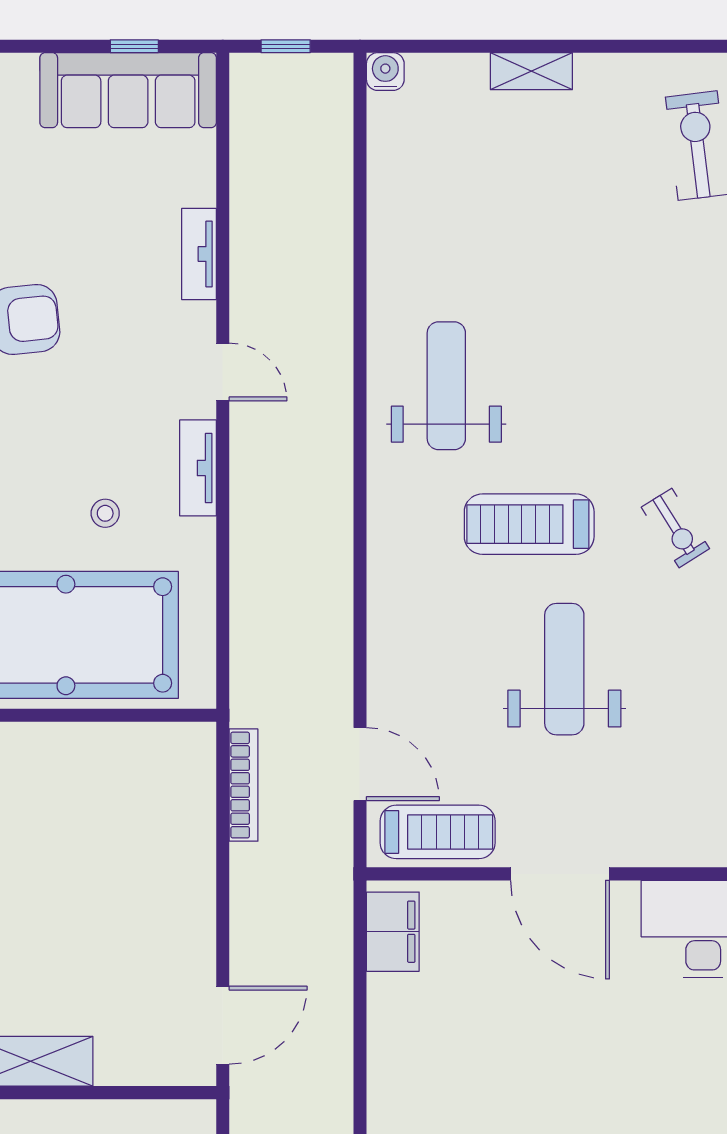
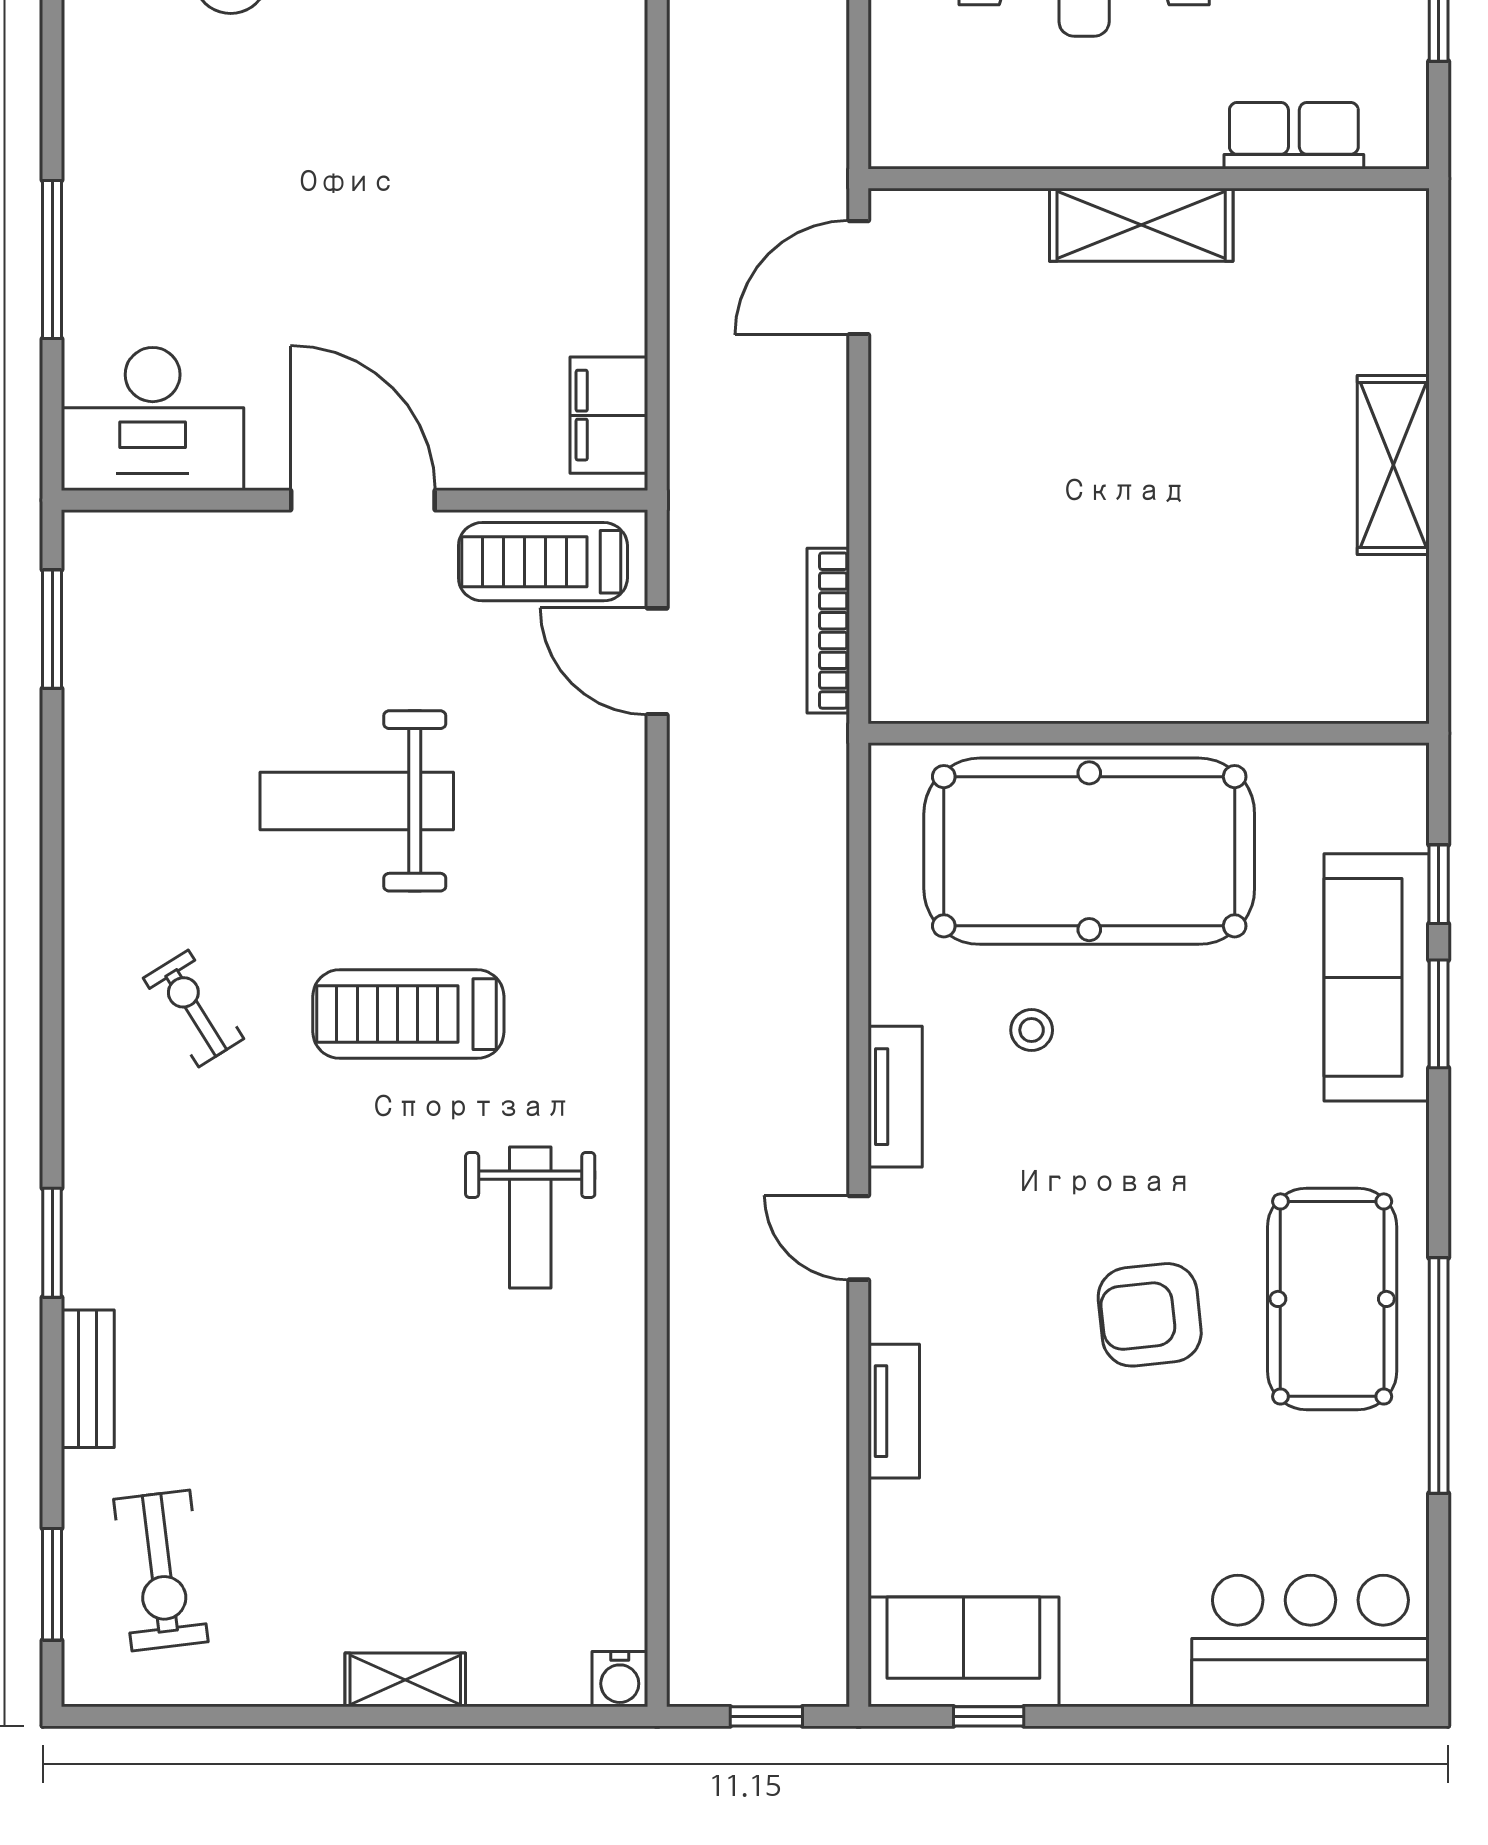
sofa: (128, 90) -> (963, 1652), width x0.73
weight bench: (446, 386) -> (530, 1217), width x0.73, depth x0.75
treadmill: (529, 524) -> (408, 1014), turned 180
weight bench: (564, 669) -> (357, 801), turned 90

